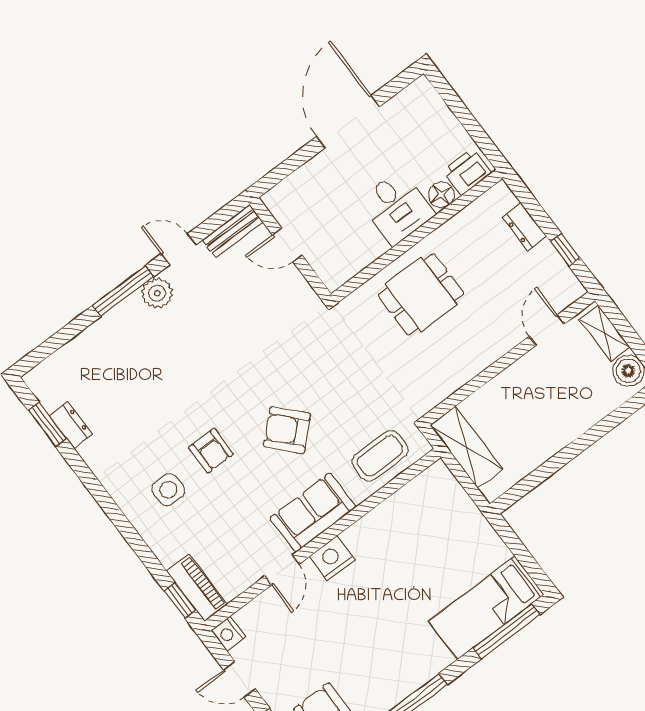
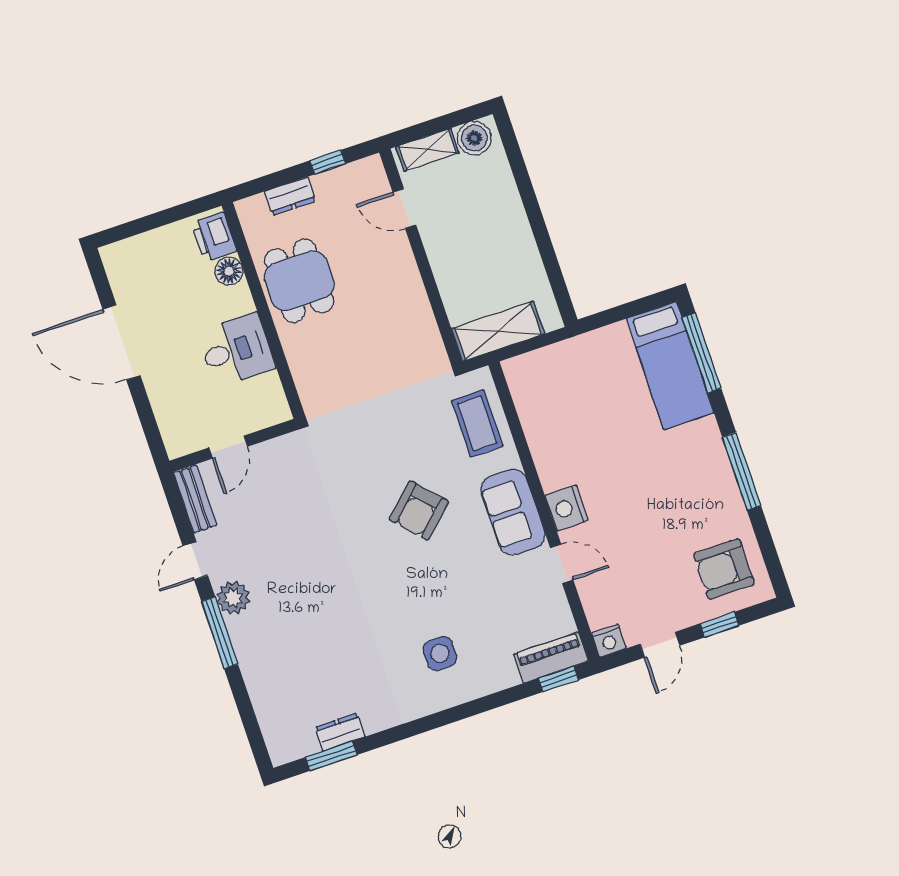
desk: (397, 207) -> (236, 350), moved
dining table: (421, 294) -> (299, 281), moved
armchair: (211, 451) -> (414, 596), removed

